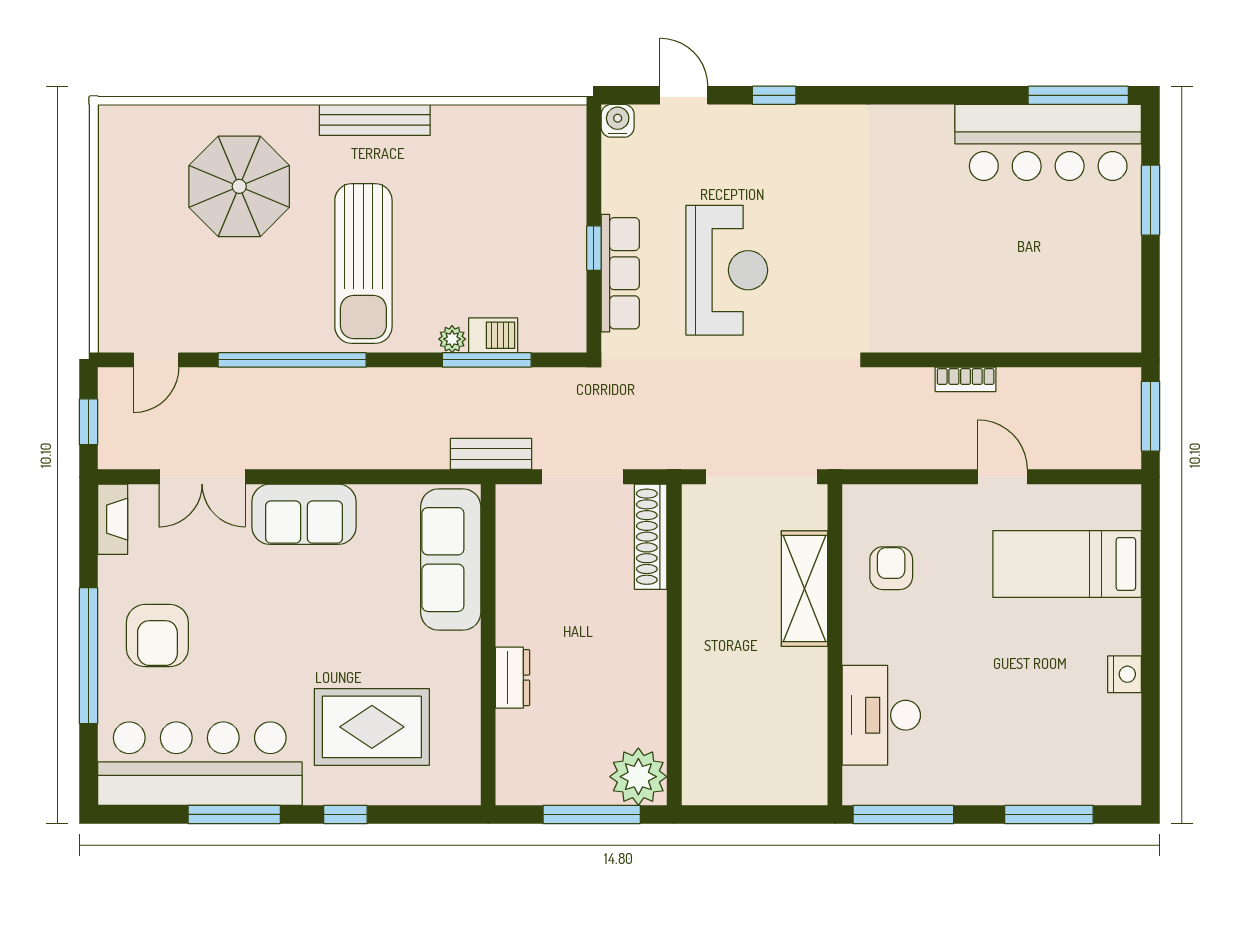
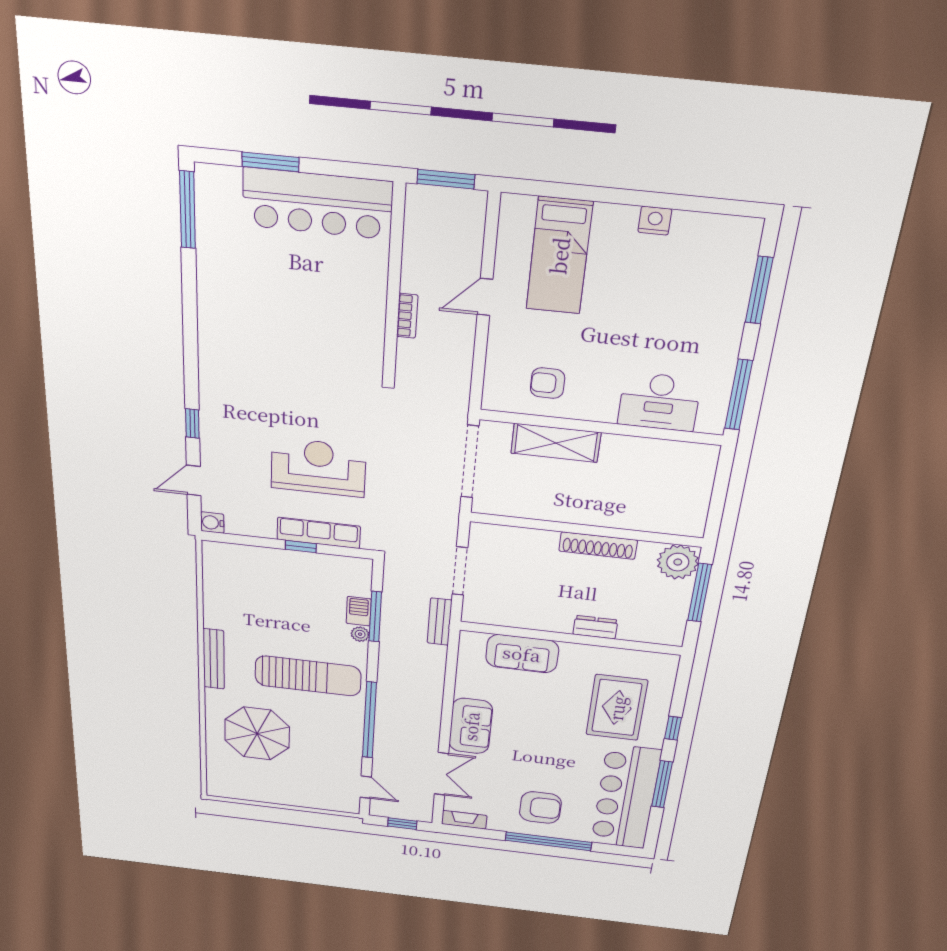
bar counter: (1048, 142) -> (317, 204), moved, turned 90
shoe rack: (651, 537) -> (598, 546), moved
sofa: (451, 560) -> (522, 654), width x0.73

